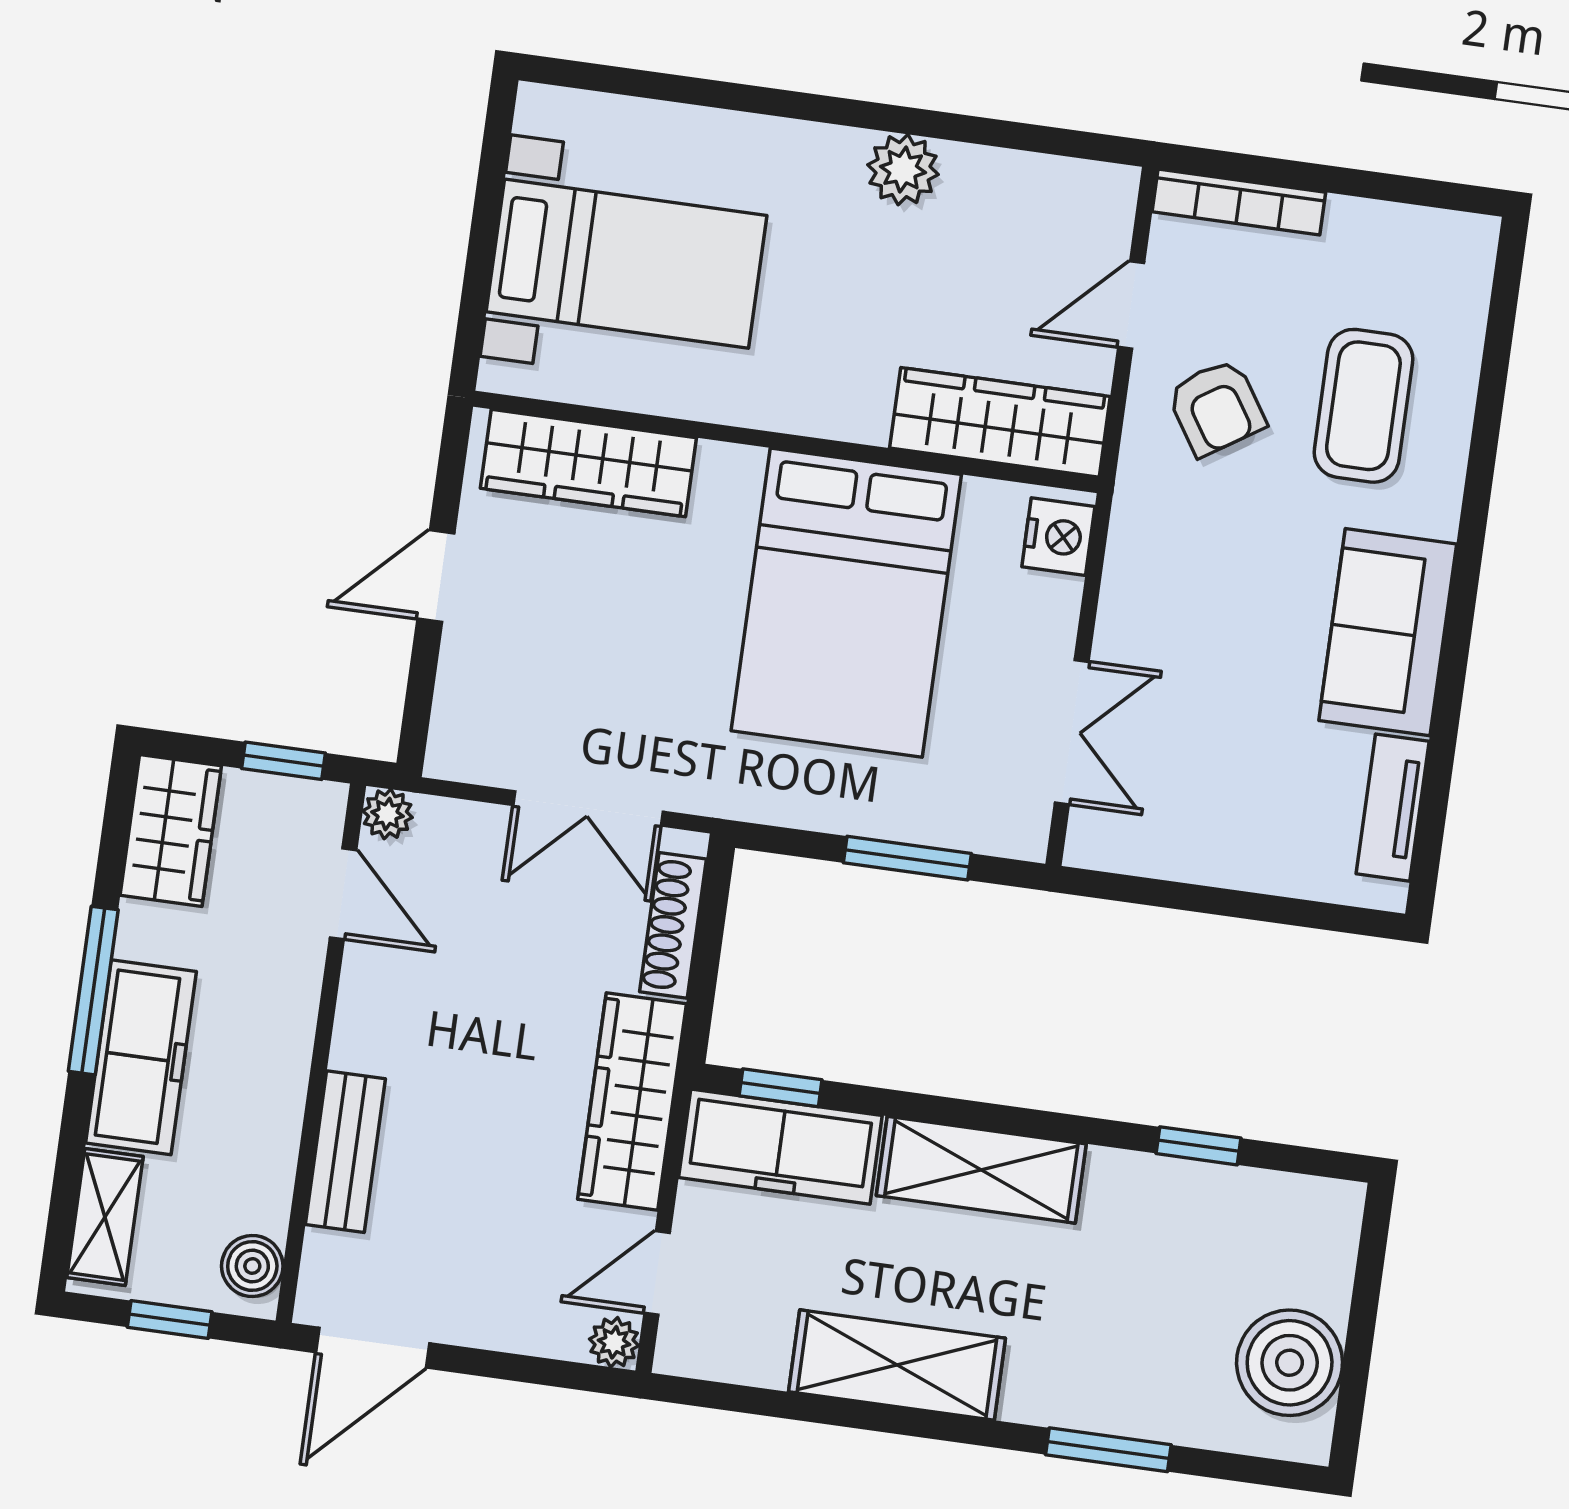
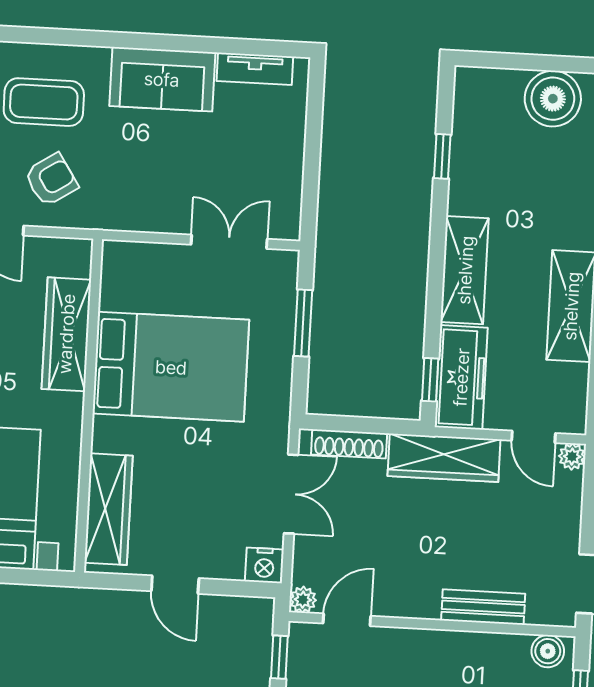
wardrobe: (1000, 422) -> (66, 334), moved
nightstand: (1058, 537) -> (264, 565), moved, turned 180

